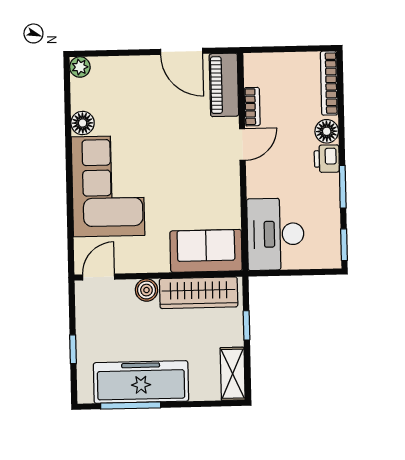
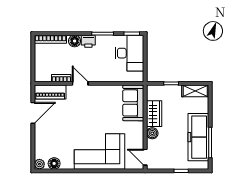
floor lamp: (83, 123) -> (54, 163), moved
desk: (276, 234) -> (129, 53), moved, turned -90
wardrobe: (199, 293) -> (154, 114), width x0.67

